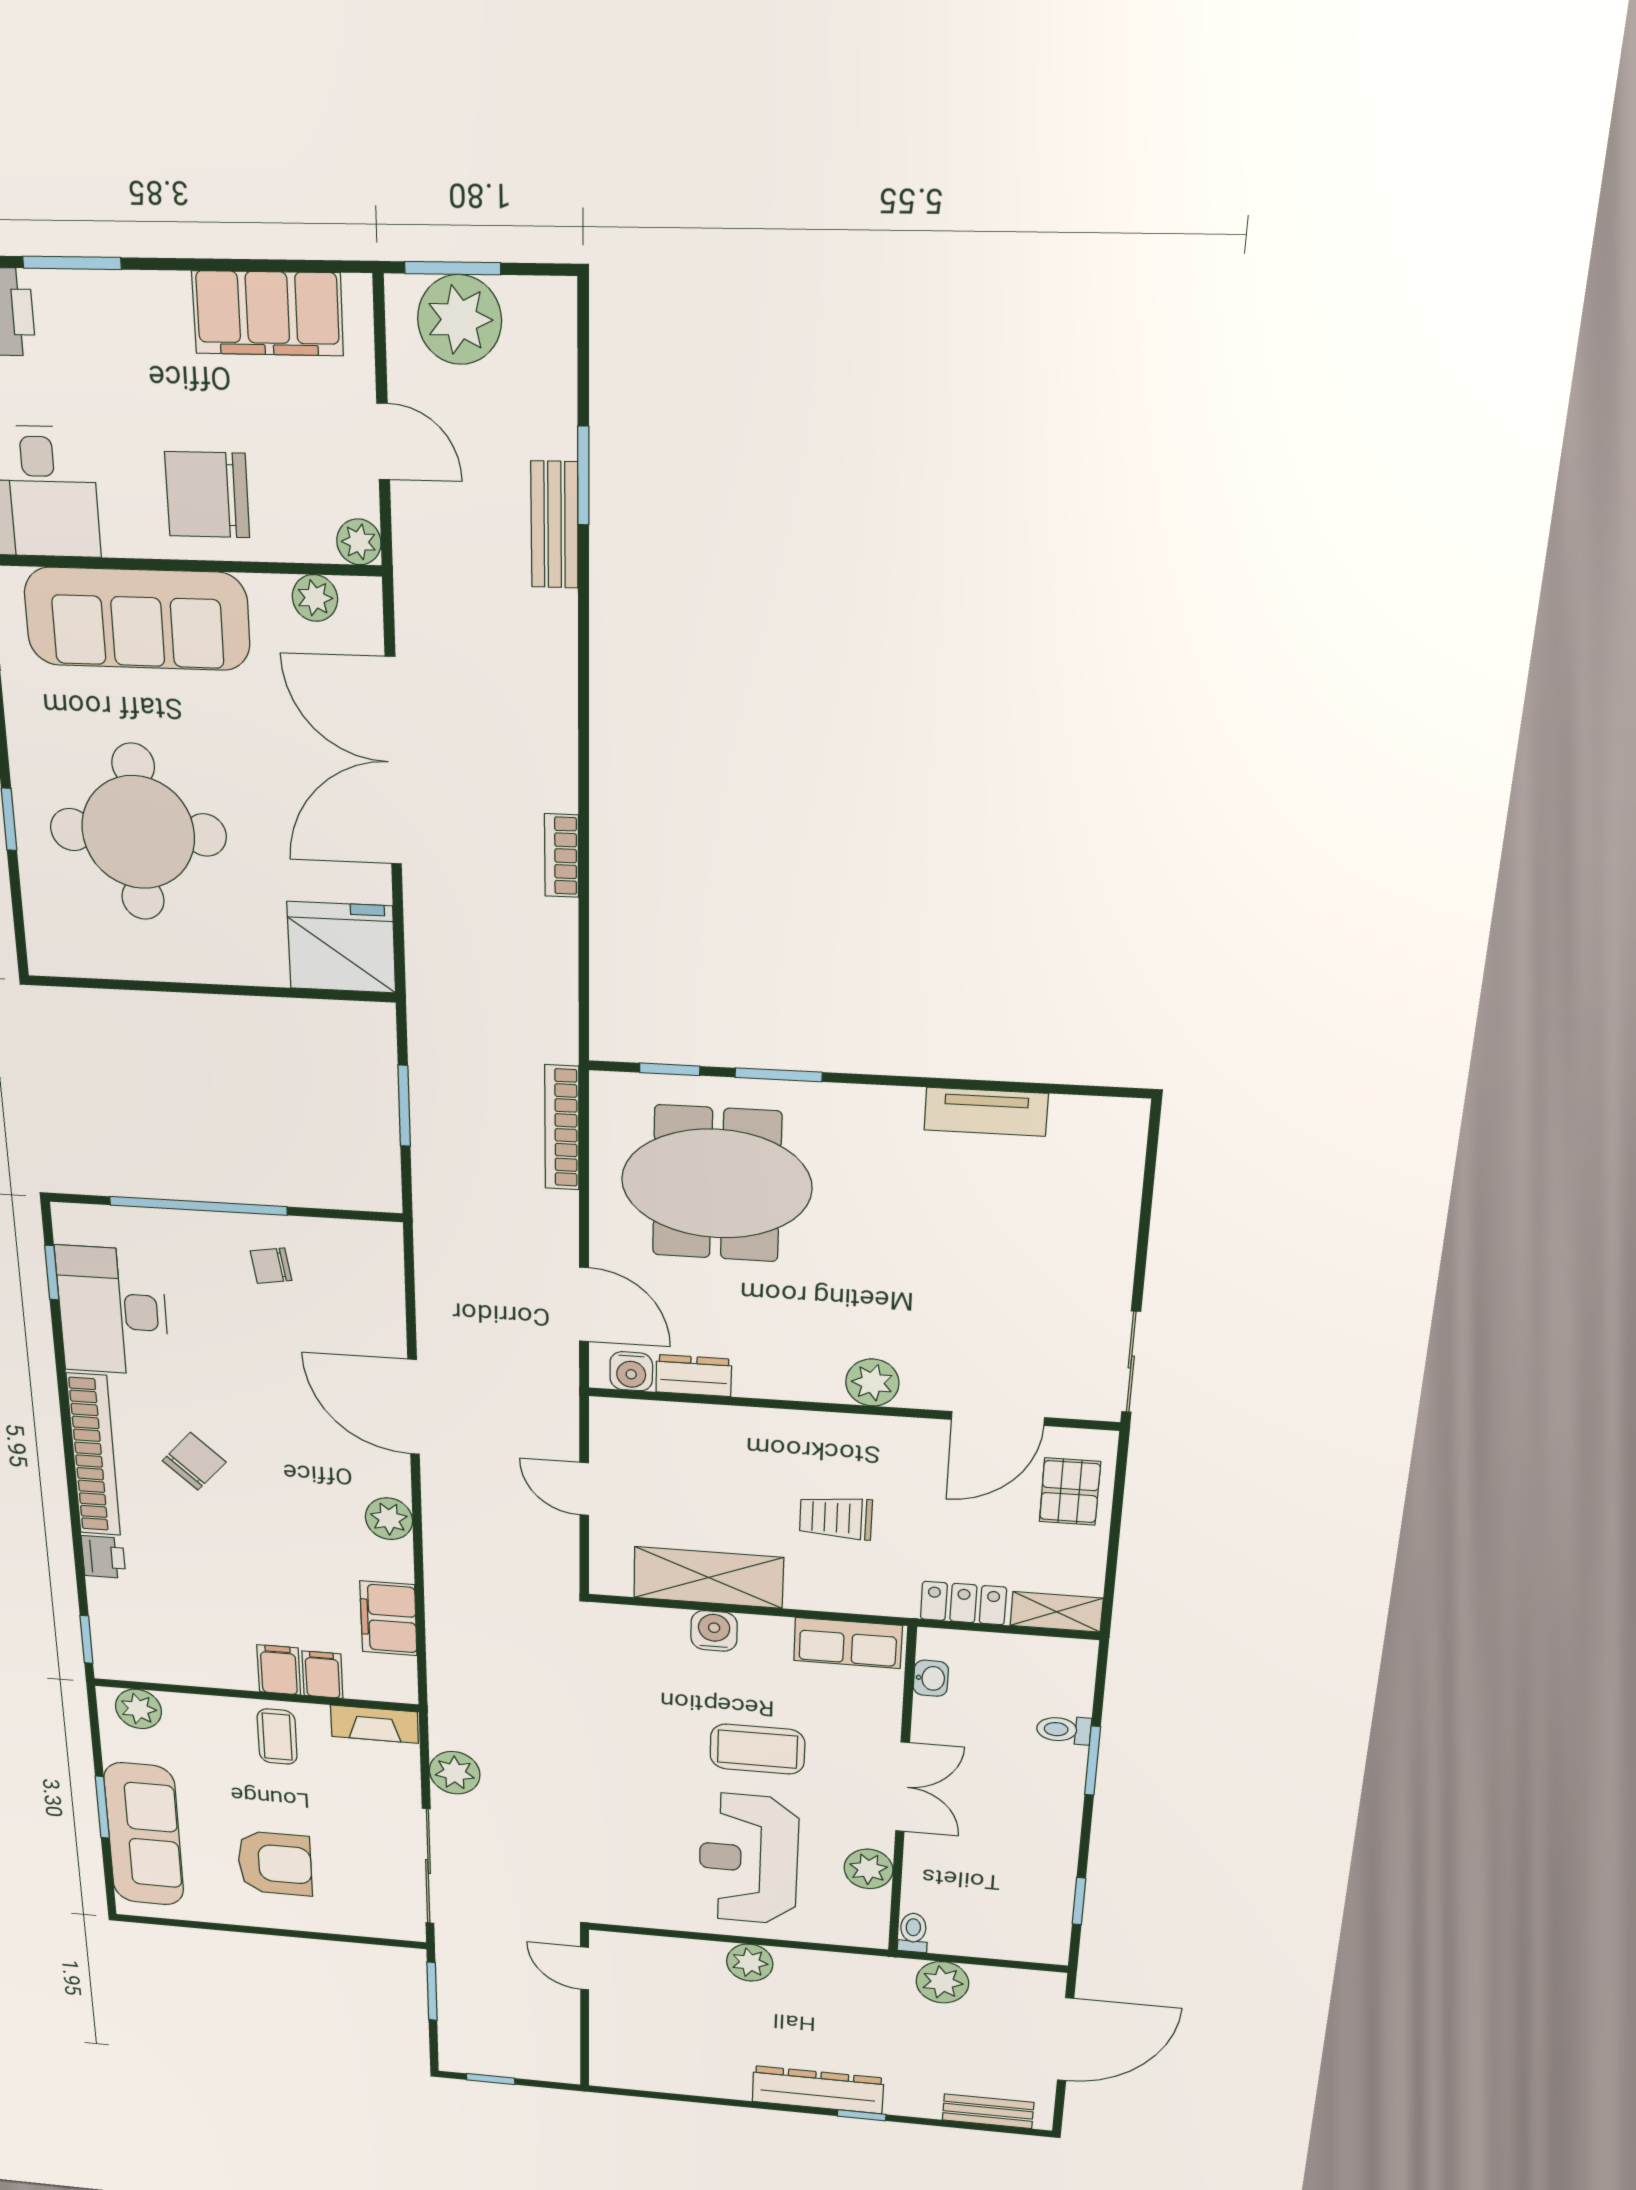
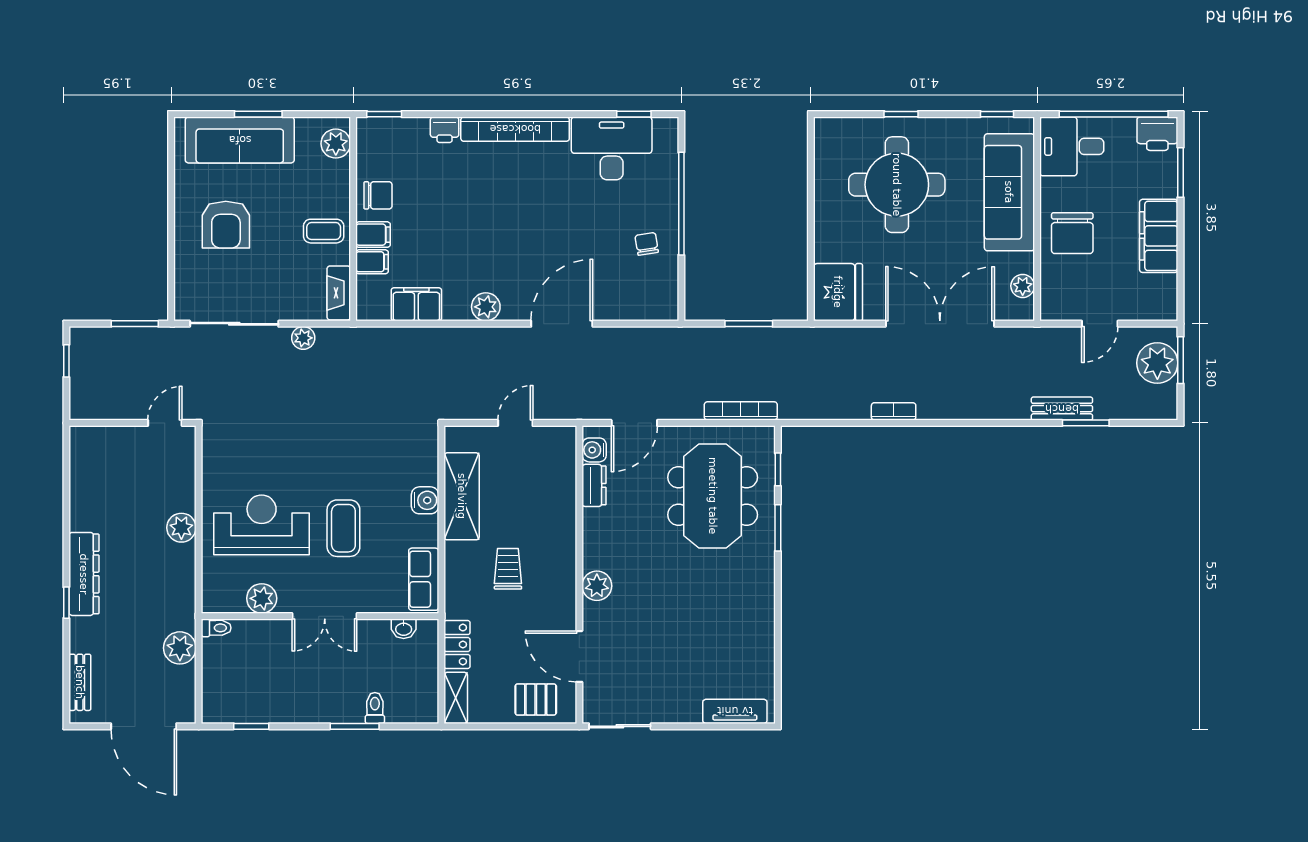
filing cabinet: (268, 313) -> (1159, 236), moved
chair: (207, 495) -> (1072, 233), turned 180
plant: (359, 542) -> (1051, 310), removed
tv unit: (986, 1112) -> (735, 711), moved, turned 90
chair: (194, 1461) -> (378, 195), moved, turned -42
plant: (455, 1773) -> (303, 338), width x0.73, depth x0.73

